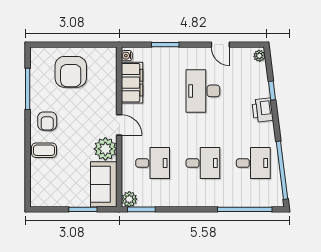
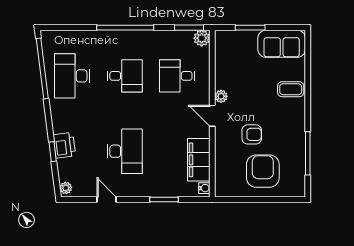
printer: (263, 110) -> (64, 145), moved
armchair: (47, 121) -> (252, 134), moved, turned 90
plant: (105, 149) -> (221, 96), width x0.53, depth x0.53
desk: (203, 163) -> (125, 76), turned 180
desk: (253, 163) -> (72, 76), width x1.37
sofa: (104, 184) -> (282, 44), moved, turned 90
window: (245, 209) -> (125, 28), moved

